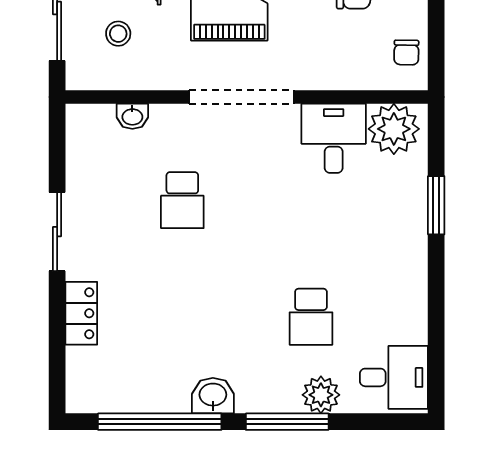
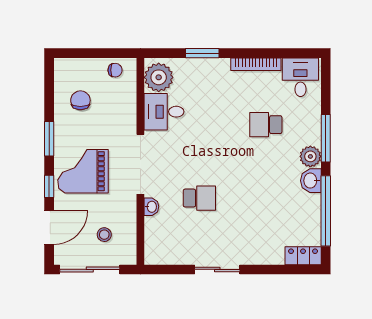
washbasin: (132, 116) -> (151, 207), moved
bookcase: (417, 299) -> (256, 64), added
locker: (81, 313) -> (303, 256), moved
school desk: (311, 317) -> (266, 125), turned 180
plant: (321, 395) -> (310, 156), moved

